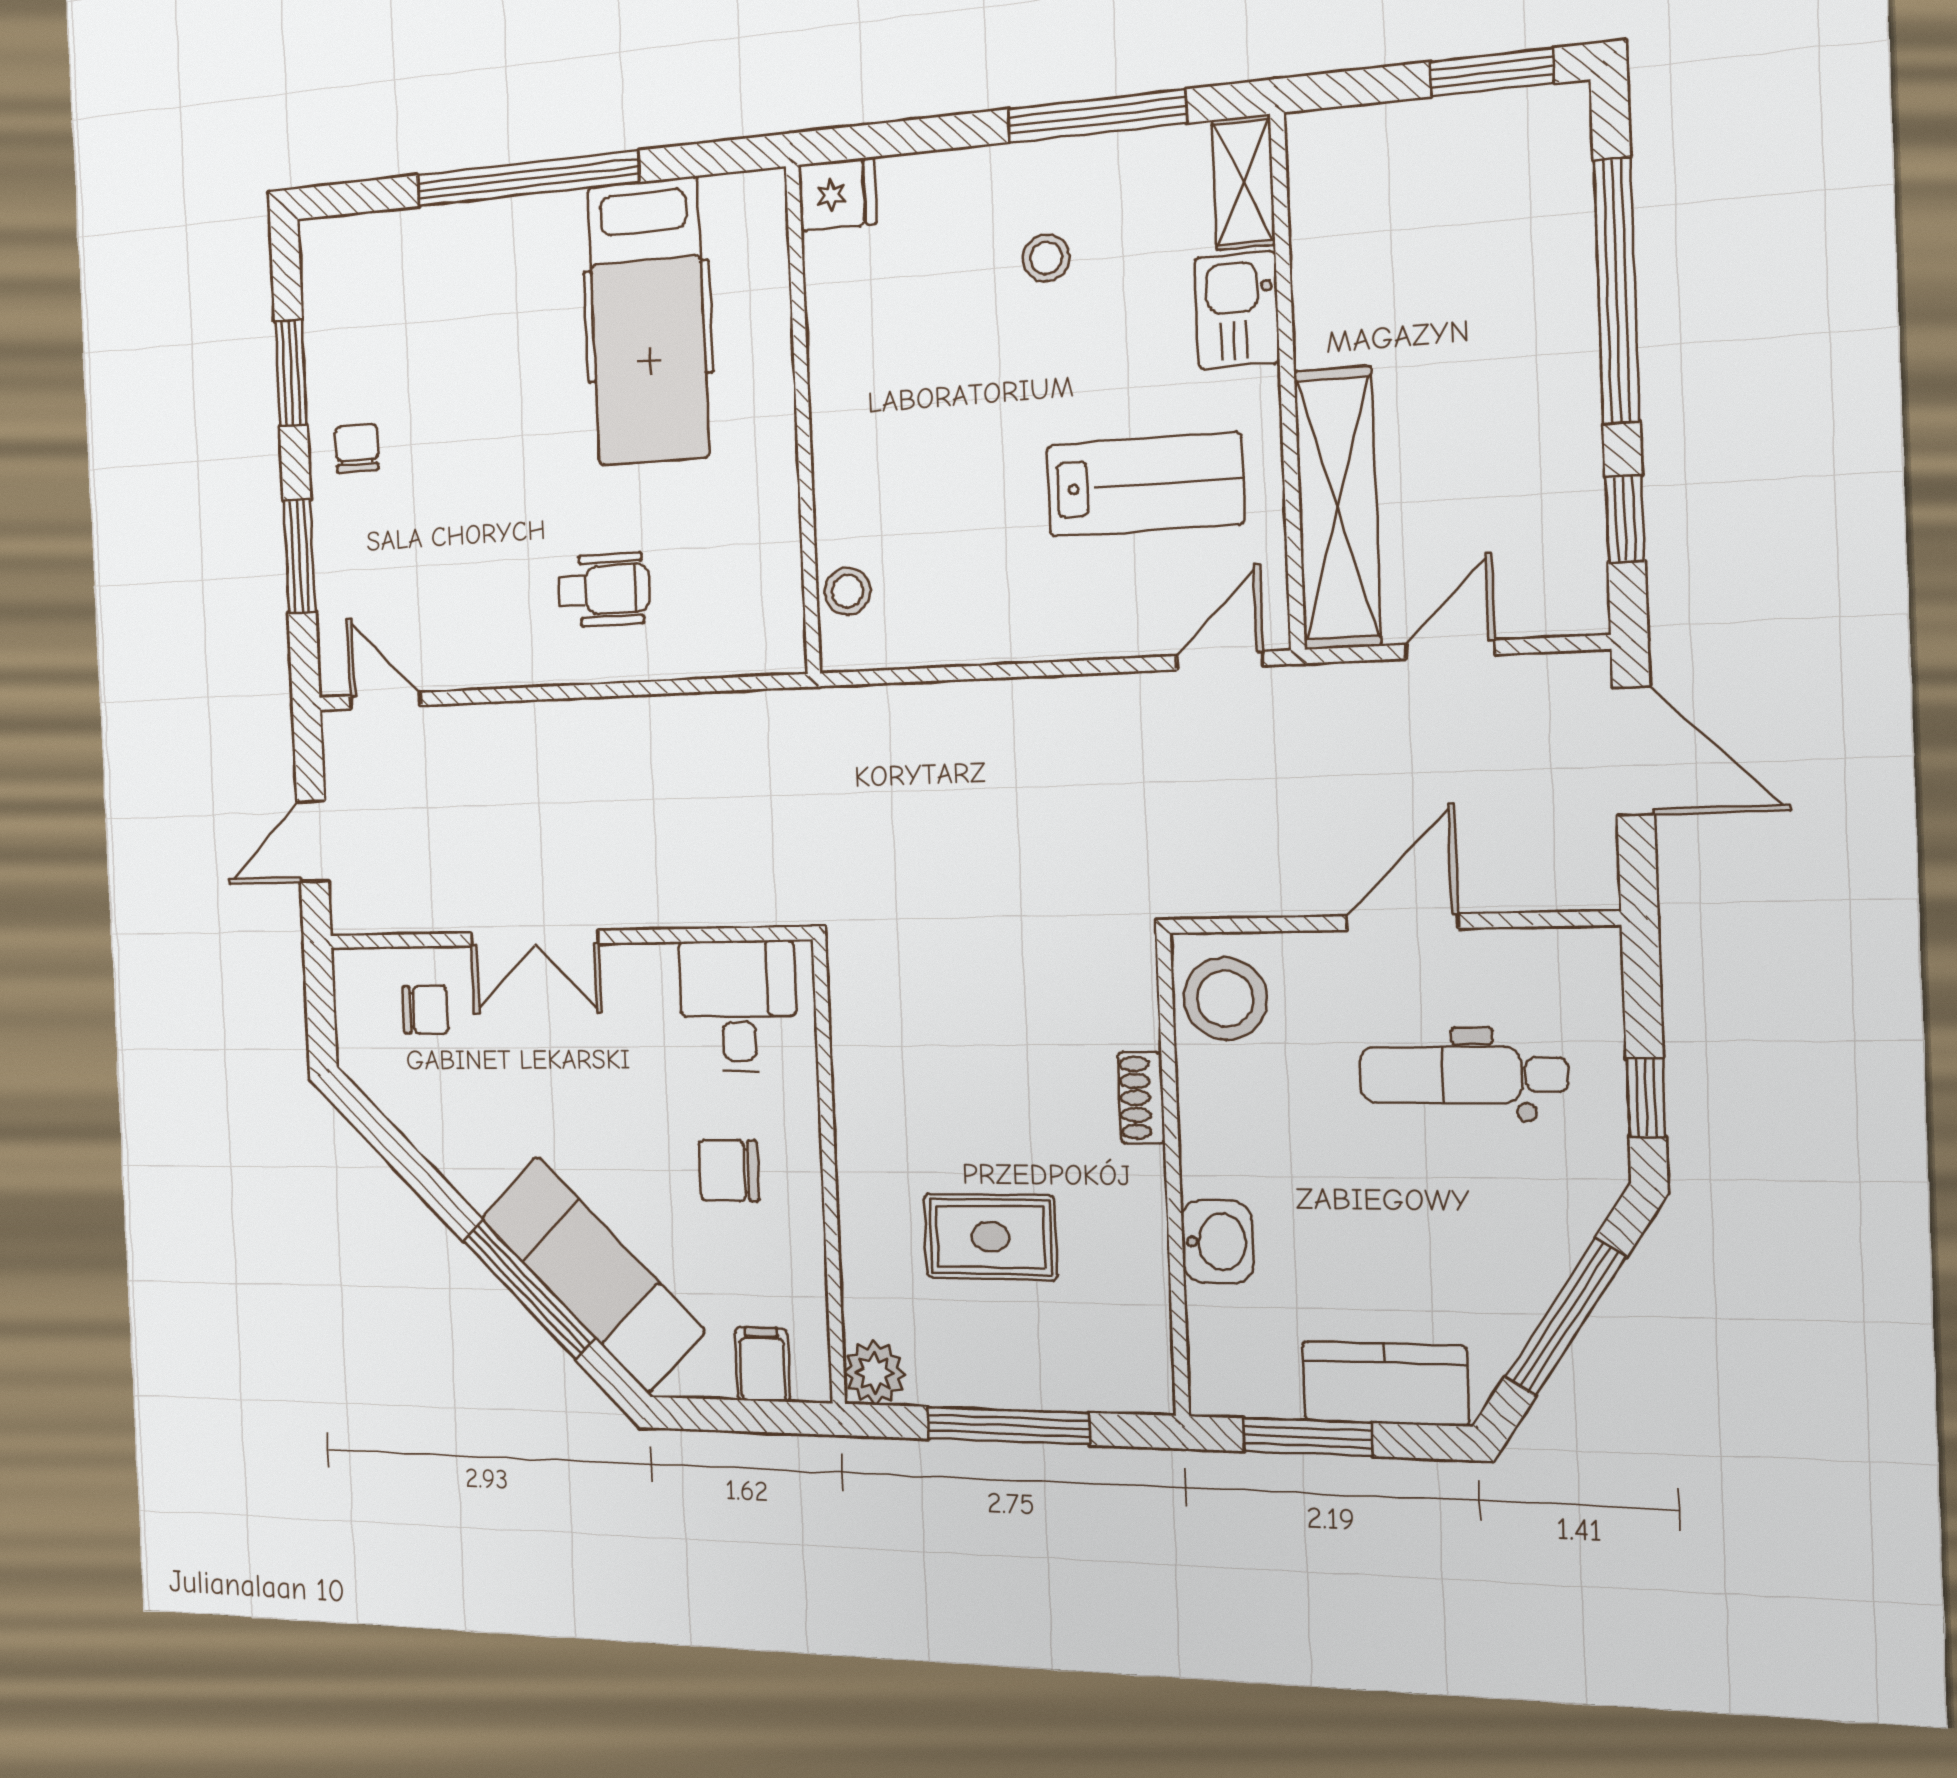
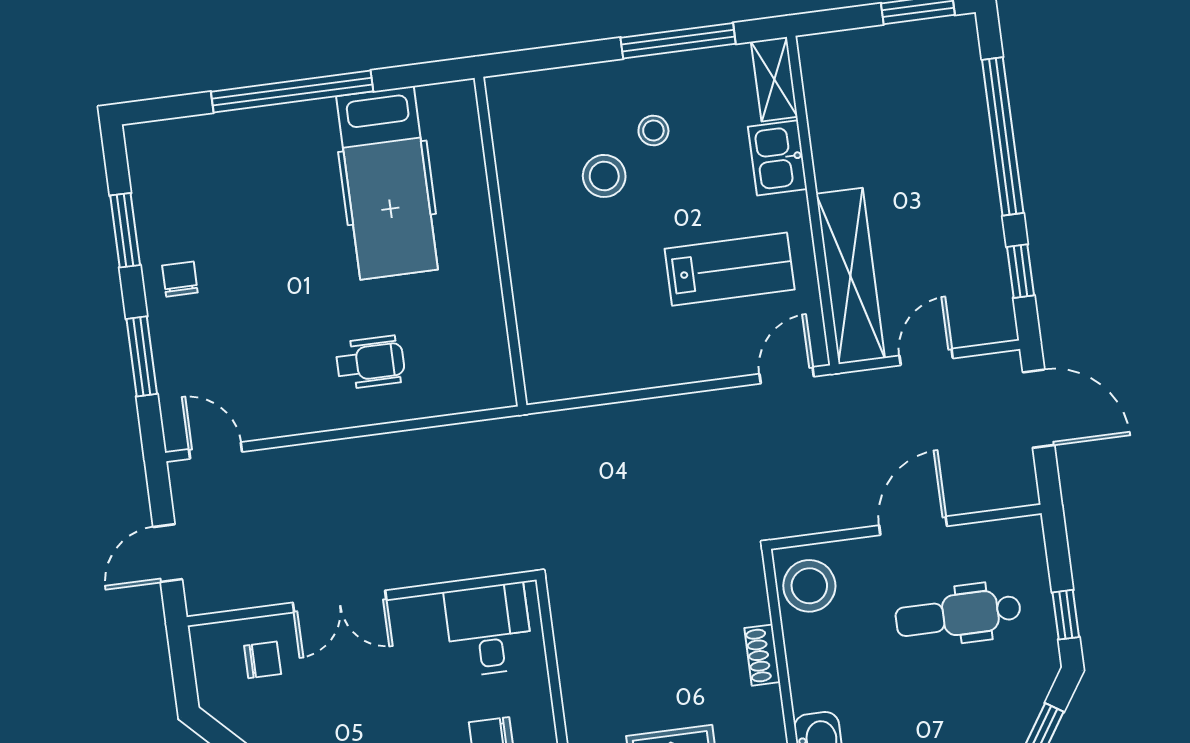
fridge: (837, 194) -> (511, 95), removed
stool: (848, 591) -> (604, 176), moved, width x1.37, depth x1.37

